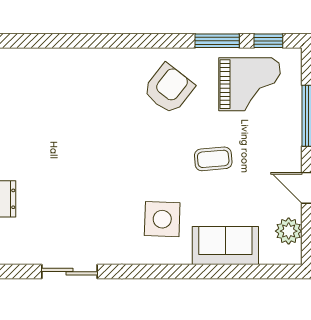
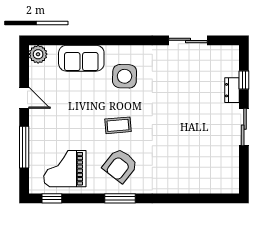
window: (217, 41) -> (120, 198), moved
coffee table: (213, 159) -> (118, 125), moved
plant: (289, 231) -> (38, 54), moved

